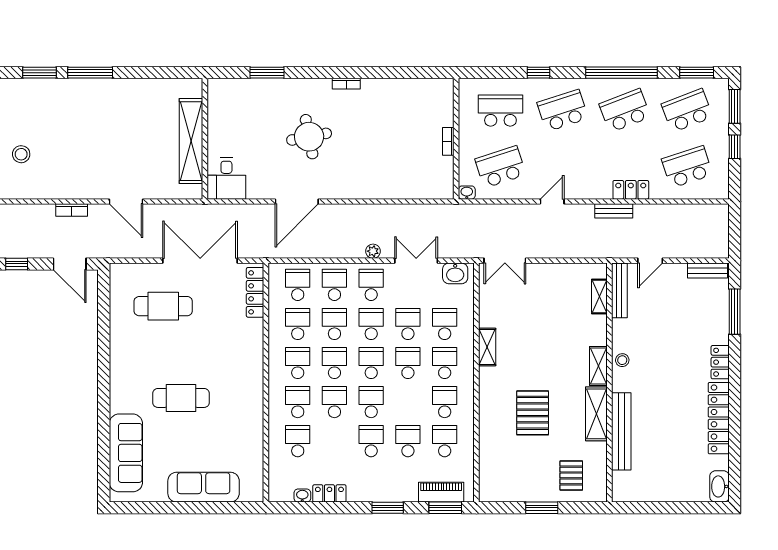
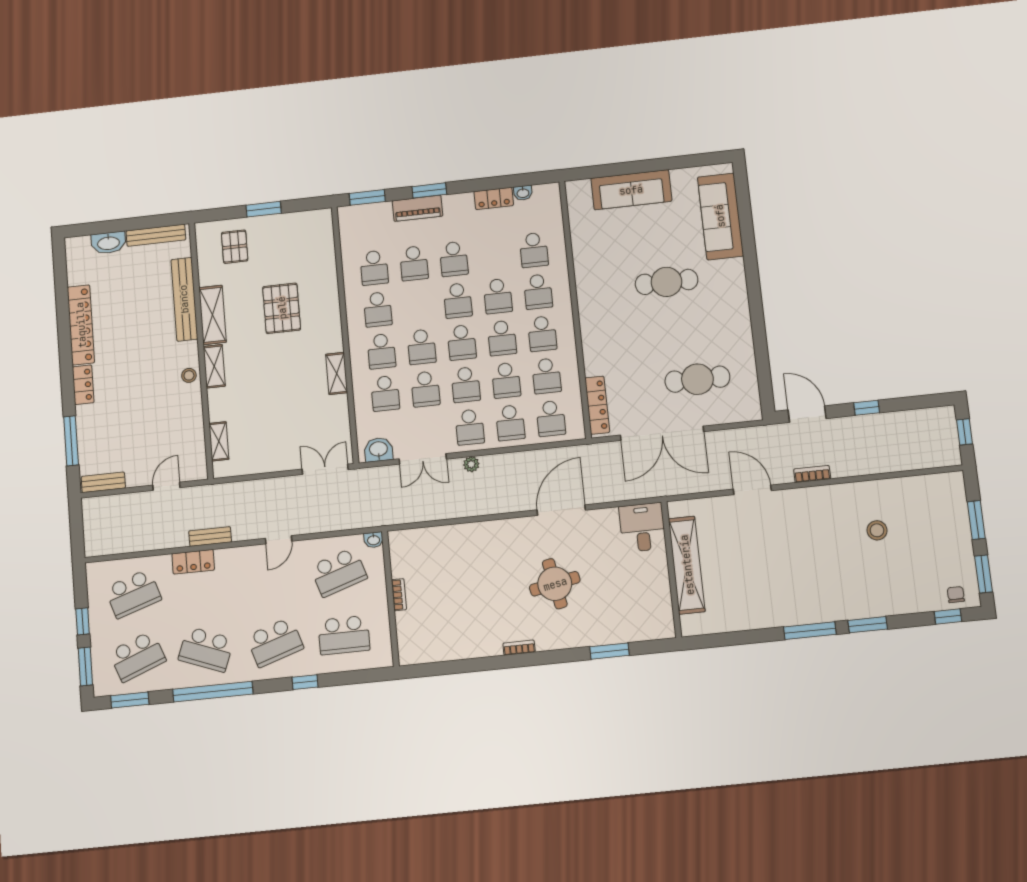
school desk: (625, 111) -> (206, 649), turned 42
bench: (619, 290) -> (156, 235), moved, turned 90
washbasin: (720, 486) -> (108, 243), moved, turned 90
piano: (441, 492) -> (418, 208), moved

